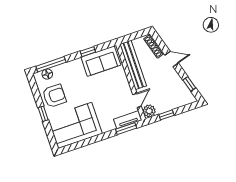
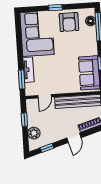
door: (137, 100) -> (45, 96), hinge flipped
plant: (149, 111) -> (34, 133), moved
tv unit: (128, 120) -> (29, 70), moved

